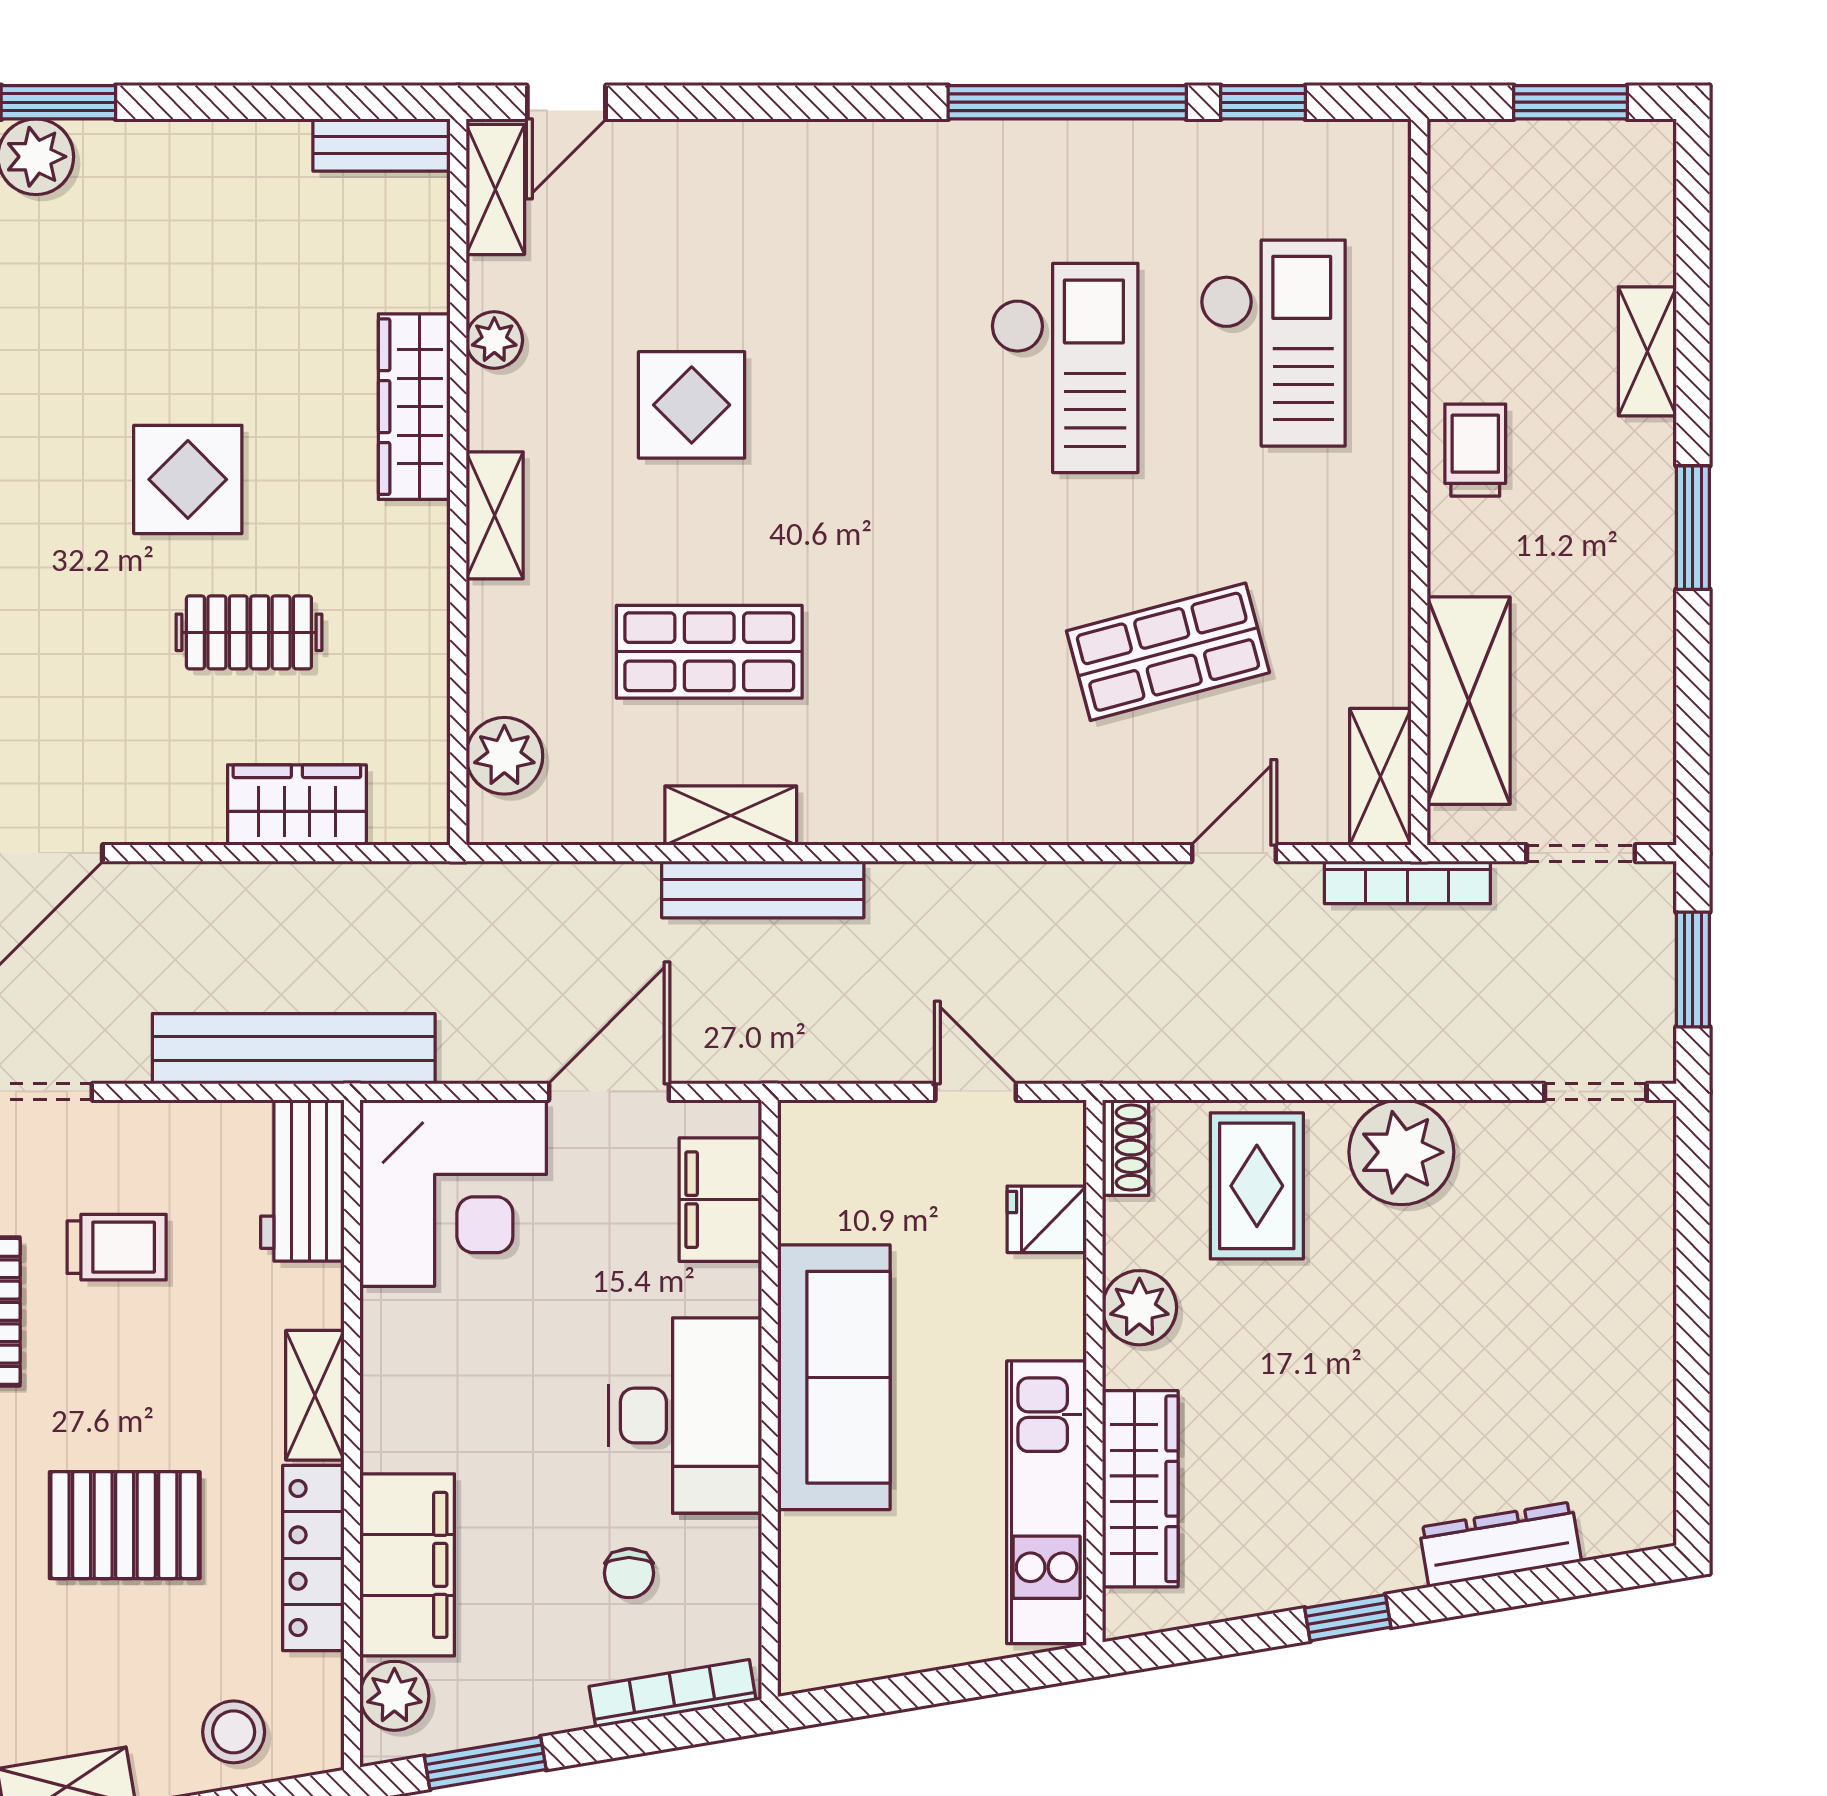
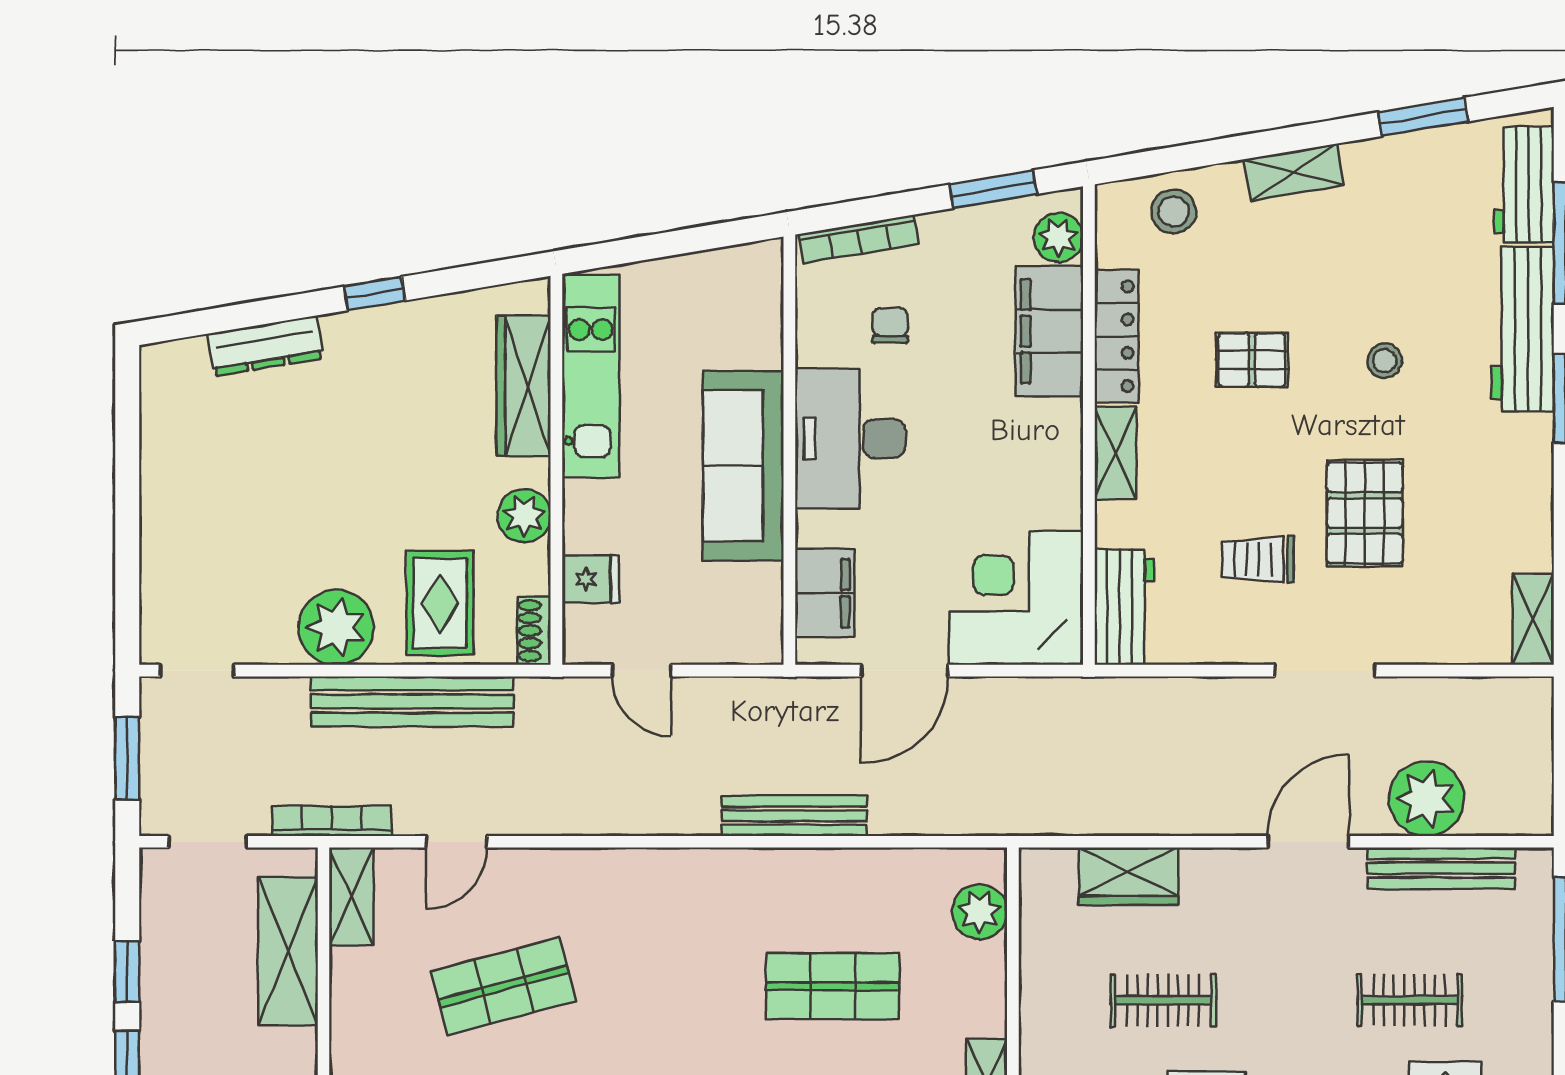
window: (1693, 672) -> (127, 971), added
shelving: (731, 816) -> (817, 869), removed
bench: (294, 1049) -> (412, 702), moved
pallet: (125, 1525) -> (1252, 360), width x0.67, depth x0.71

